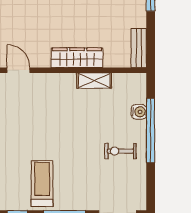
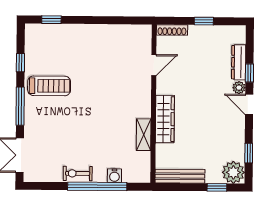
bench: (139, 48) -> (180, 176), width x1.36
exercise bike: (120, 151) -> (78, 173), moved, turned -90

